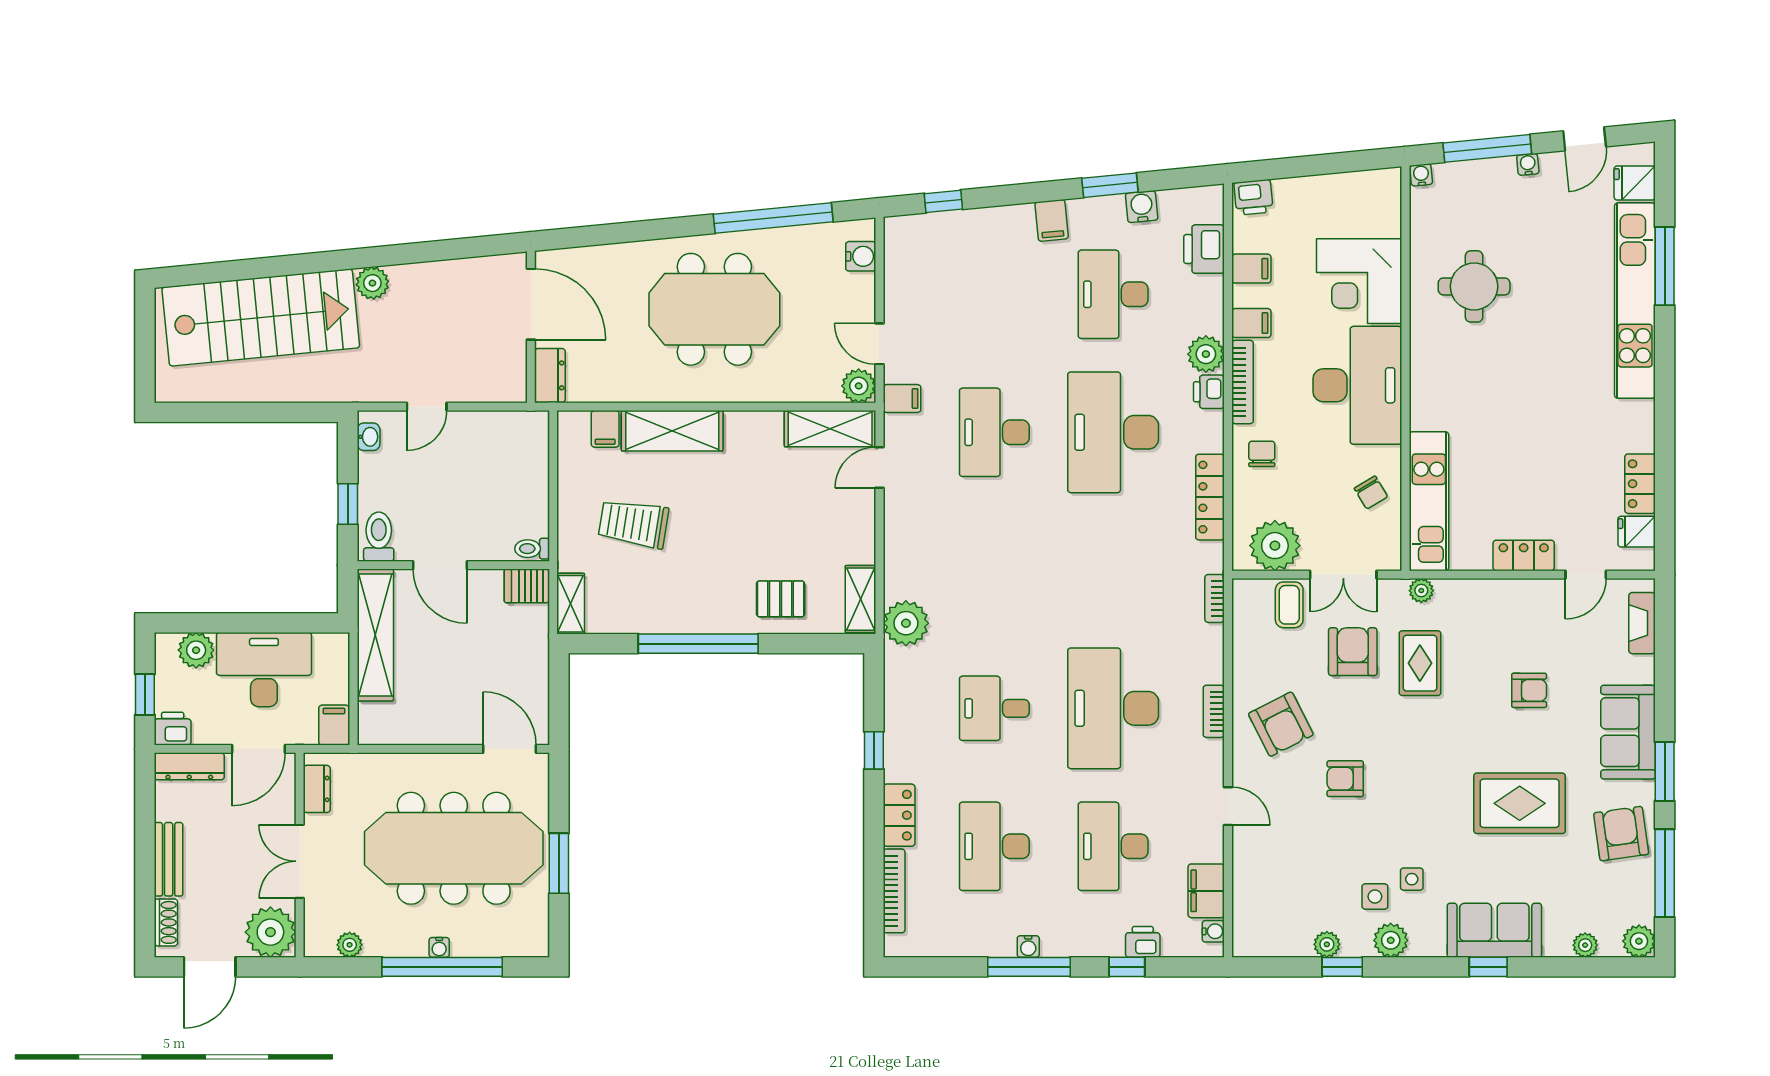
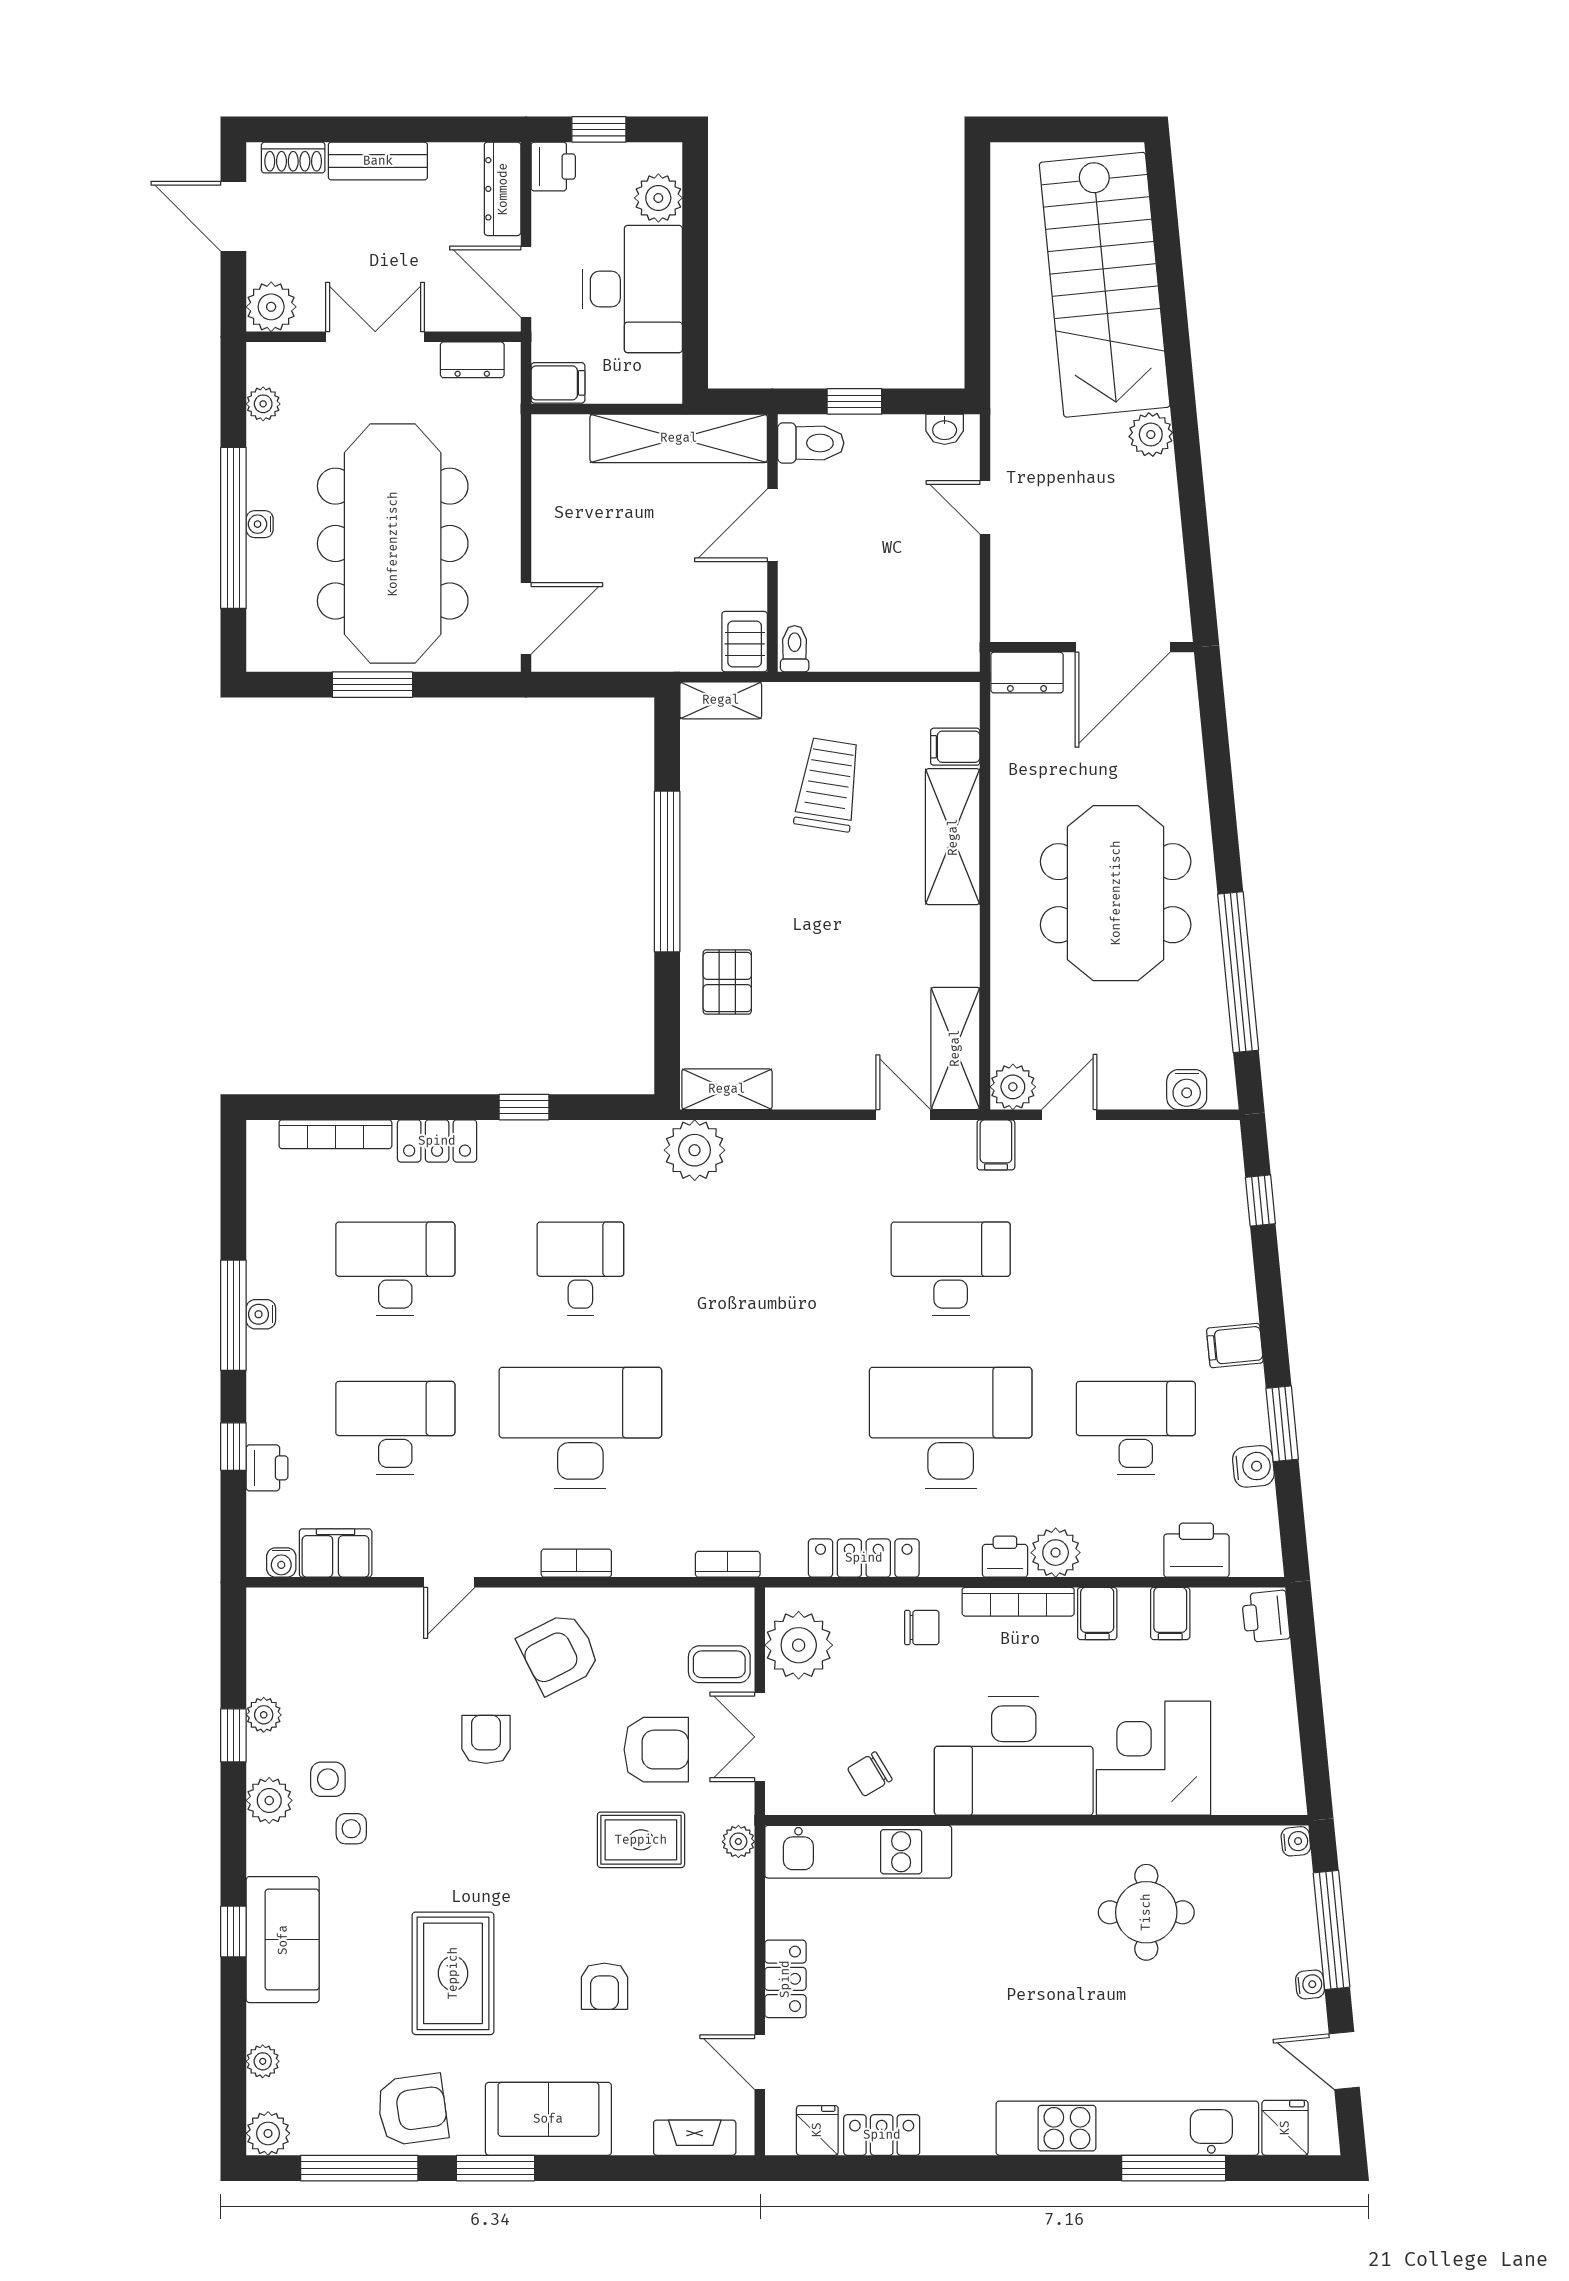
plant: (270, 932) -> (271, 307), width x0.73, depth x0.73

